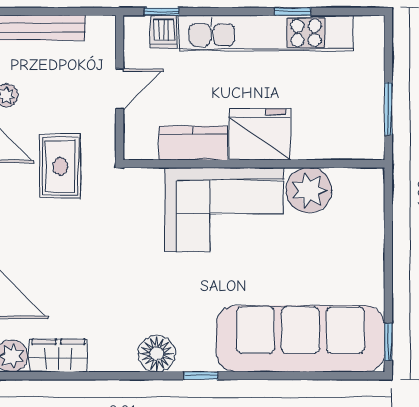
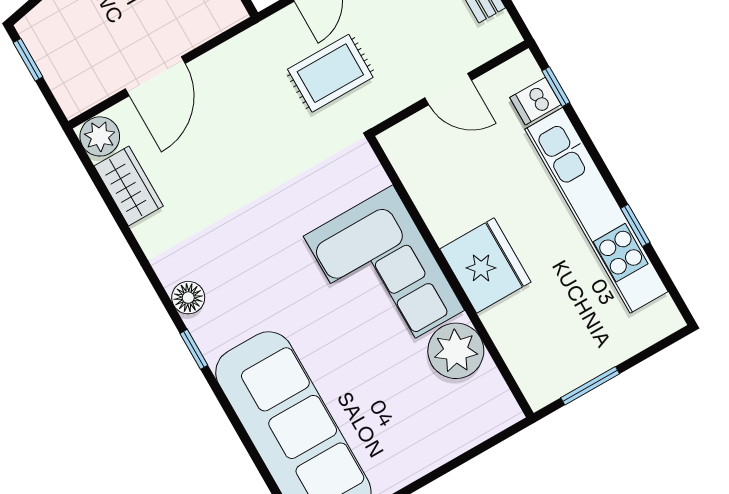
kitchen counter: (193, 143) -> (436, 200), removed
floor lamp: (157, 354) -> (188, 298), width x0.73, depth x0.73

